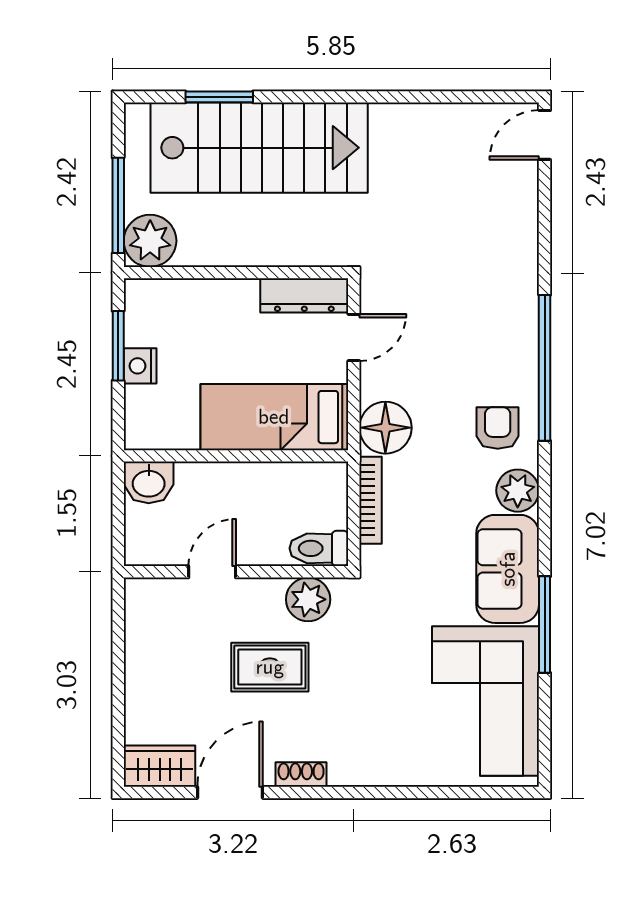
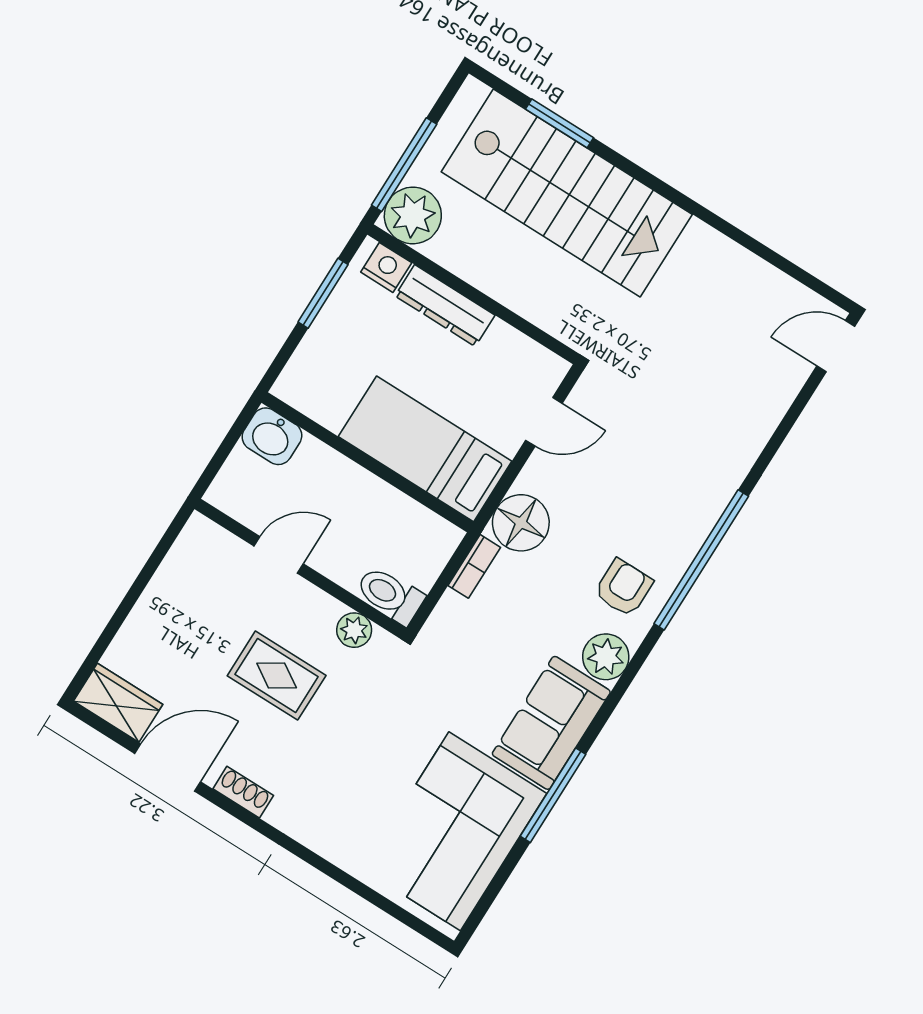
dresser: (304, 295) -> (445, 306), moved
nightstand: (140, 366) -> (386, 267), moved, turned 90
bookcase: (371, 500) -> (474, 566), width x0.64
plant: (308, 599) -> (354, 630), width x0.73, depth x0.73

